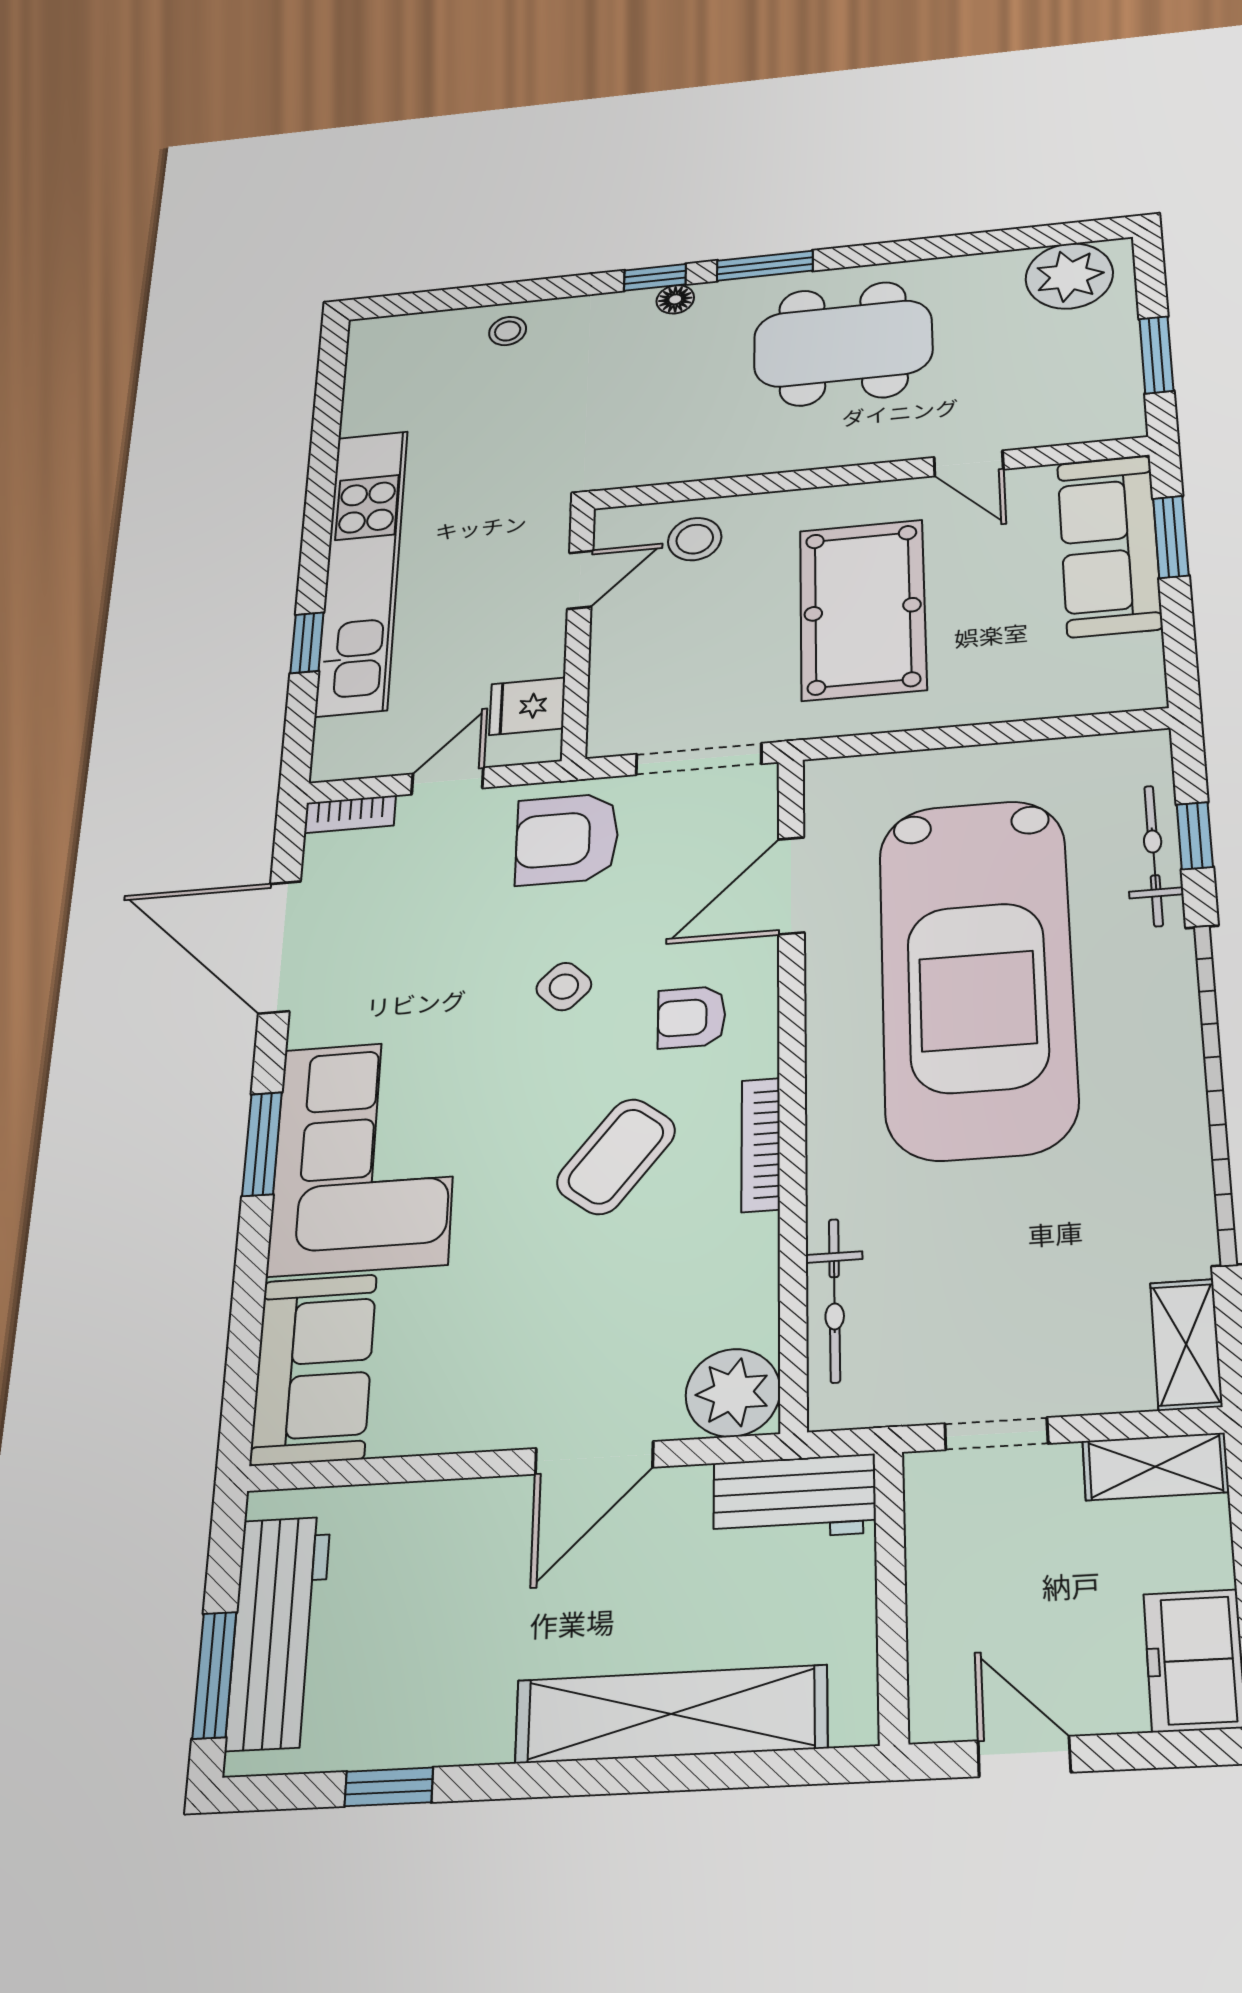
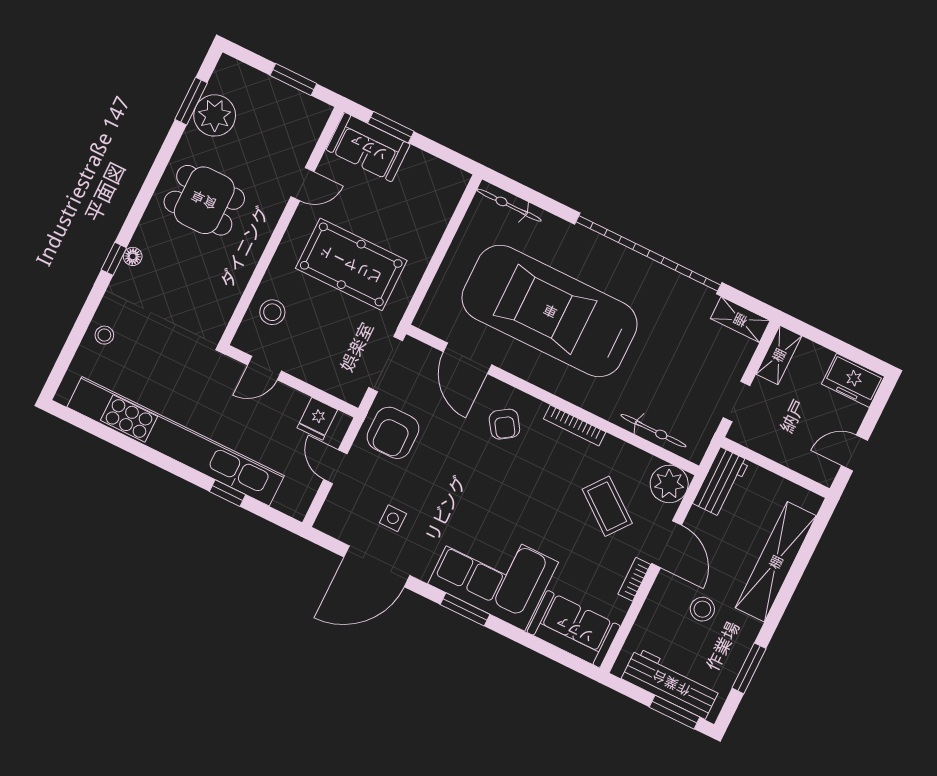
window: (765, 266) -> (191, 101), moved
plant: (1069, 276) -> (215, 115), moved
dining table: (843, 344) -> (204, 200), width x0.73
sofa: (1109, 546) -> (368, 147), width x0.73
kitchen unit: (362, 571) -> (176, 441), width x1.36
door: (580, 580) -> (264, 368), swing flipped
bookcase: (350, 814) -> (634, 579), moved, turned 180
window: (1195, 836) -> (536, 198), removed
bicycle: (1154, 856) -> (509, 205), moved
car: (977, 976) -> (550, 311), turned 180
side table: (564, 987) -> (393, 518), moved, turned 45
armchair: (692, 1017) -> (504, 424), turned -34
coffee table: (616, 1156) -> (607, 506), moved
stool: (482, 1611) -> (702, 609), added
window: (389, 1787) -> (749, 668), width x1.50

